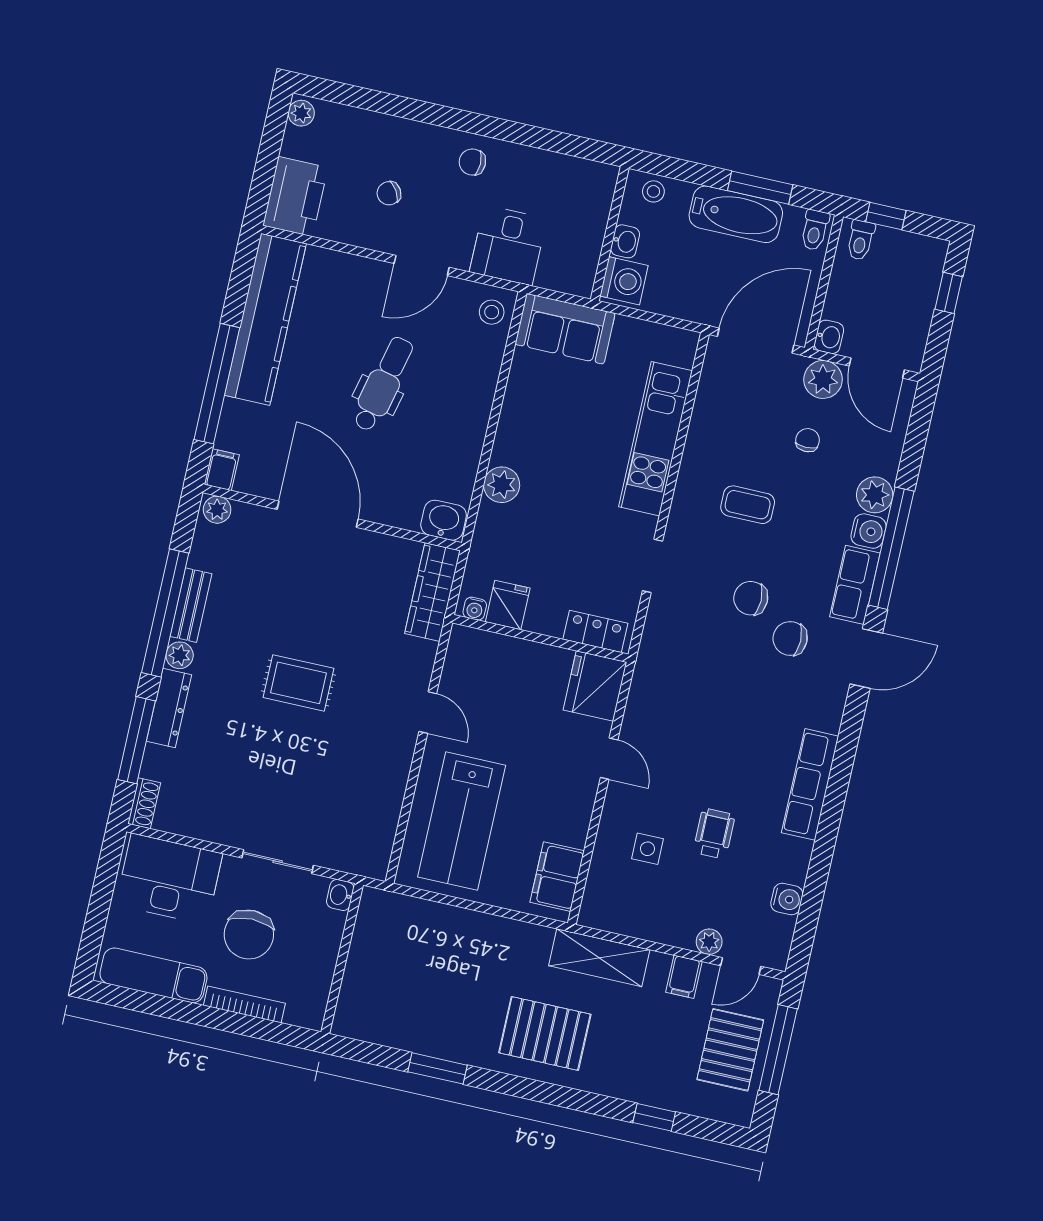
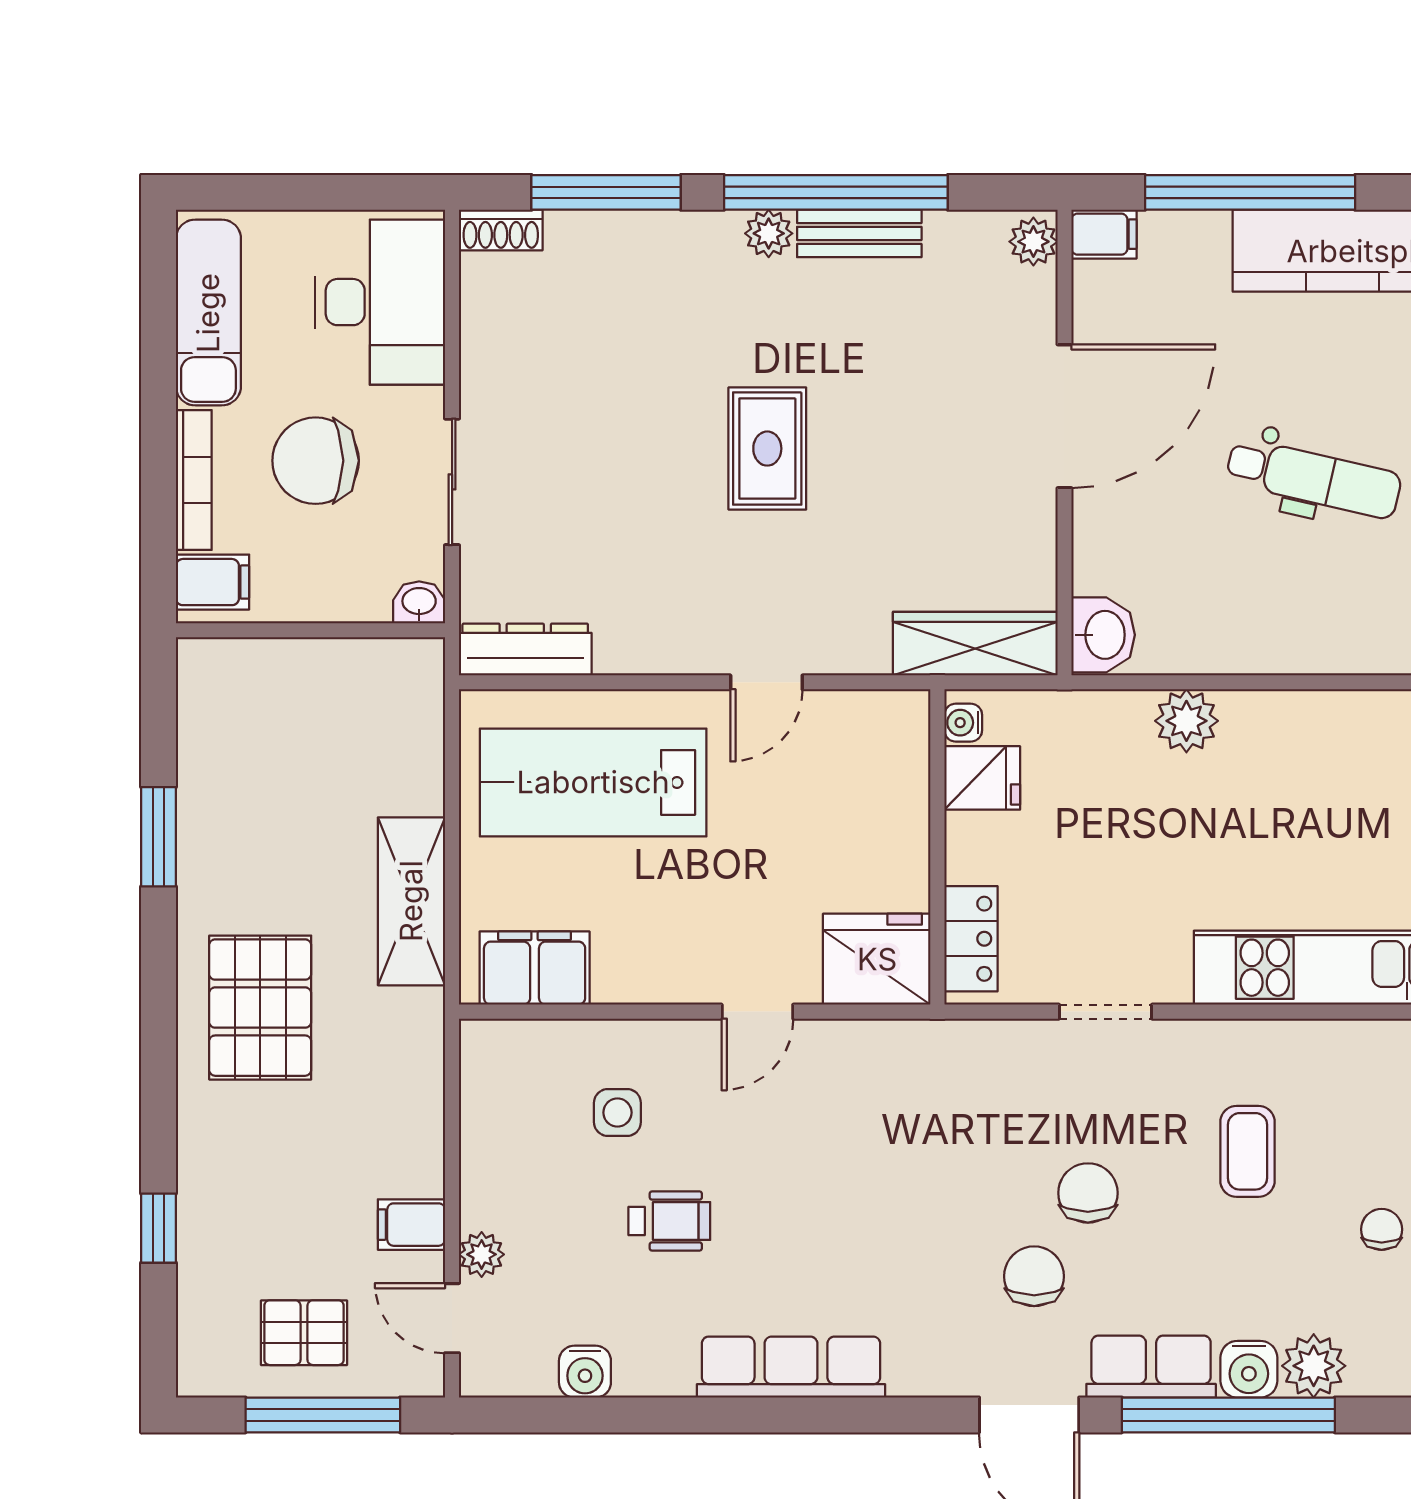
chair: (808, 440) -> (1382, 1229), turned -90
dresser: (169, 708) -> (525, 649), moved, turned 180
shelving: (599, 958) -> (411, 901), moved
filing cabinet: (303, 1007) -> (213, 582), added
pallet: (730, 1050) -> (304, 1333), width x0.67, depth x0.71

